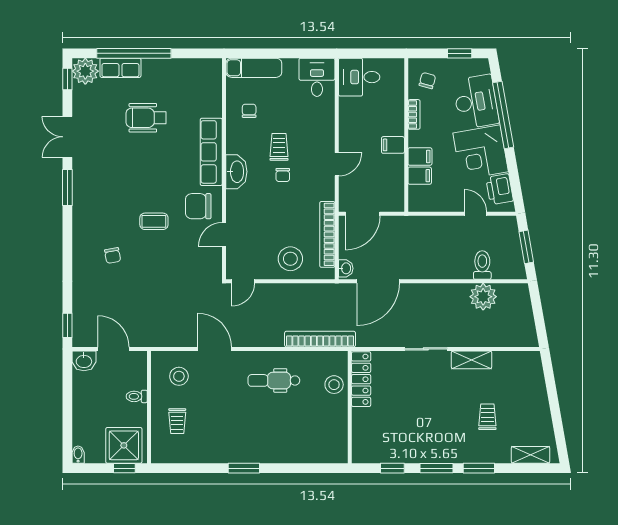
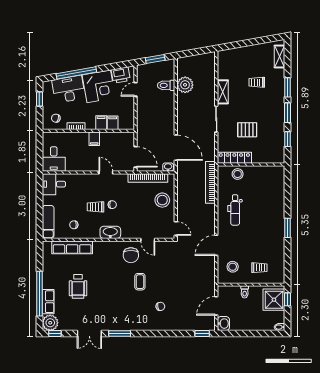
row of seats: (211, 152) -> (72, 247), moved
pallet: (408, 401) -> (247, 130), added

